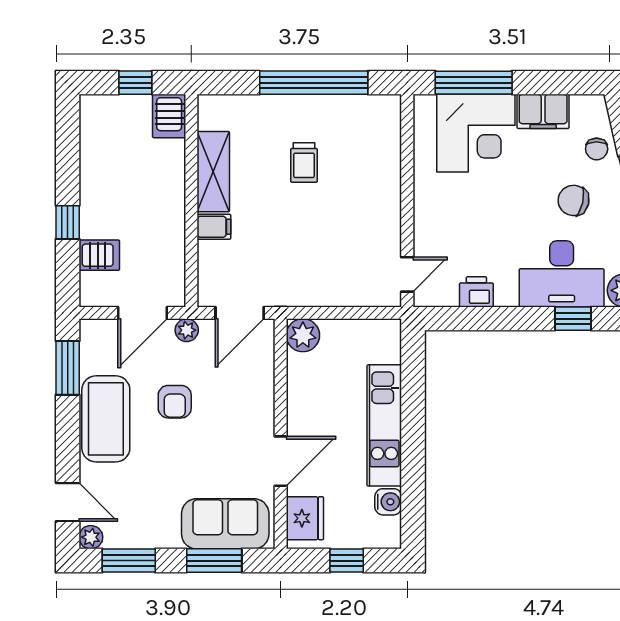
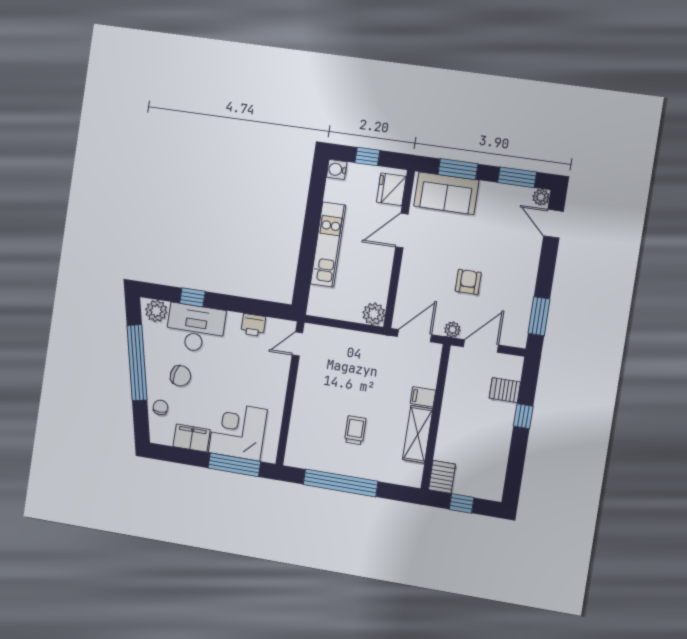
coffee table: (106, 419) -> (518, 277), removed
water cooler: (388, 502) -> (337, 169), moved

